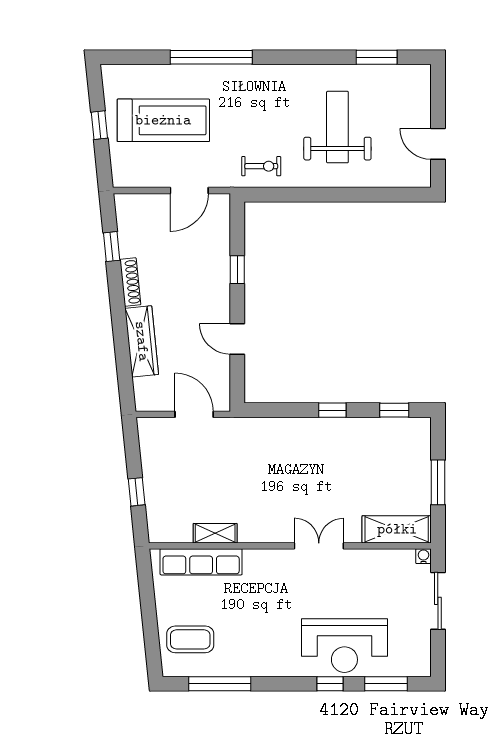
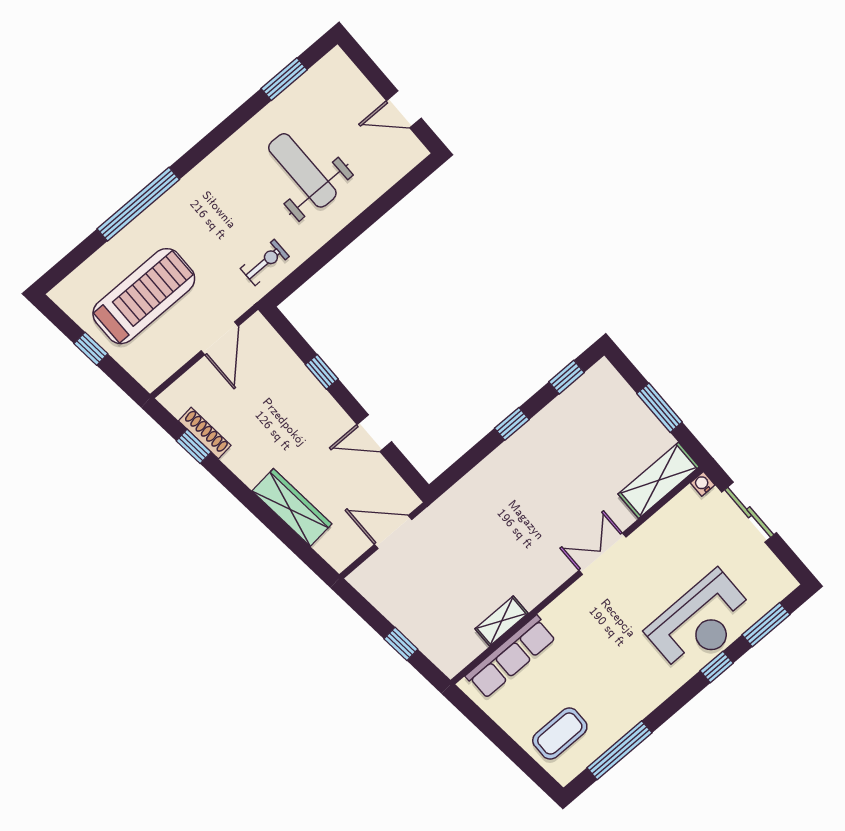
shoe rack: (130, 282) -> (205, 433), moved

